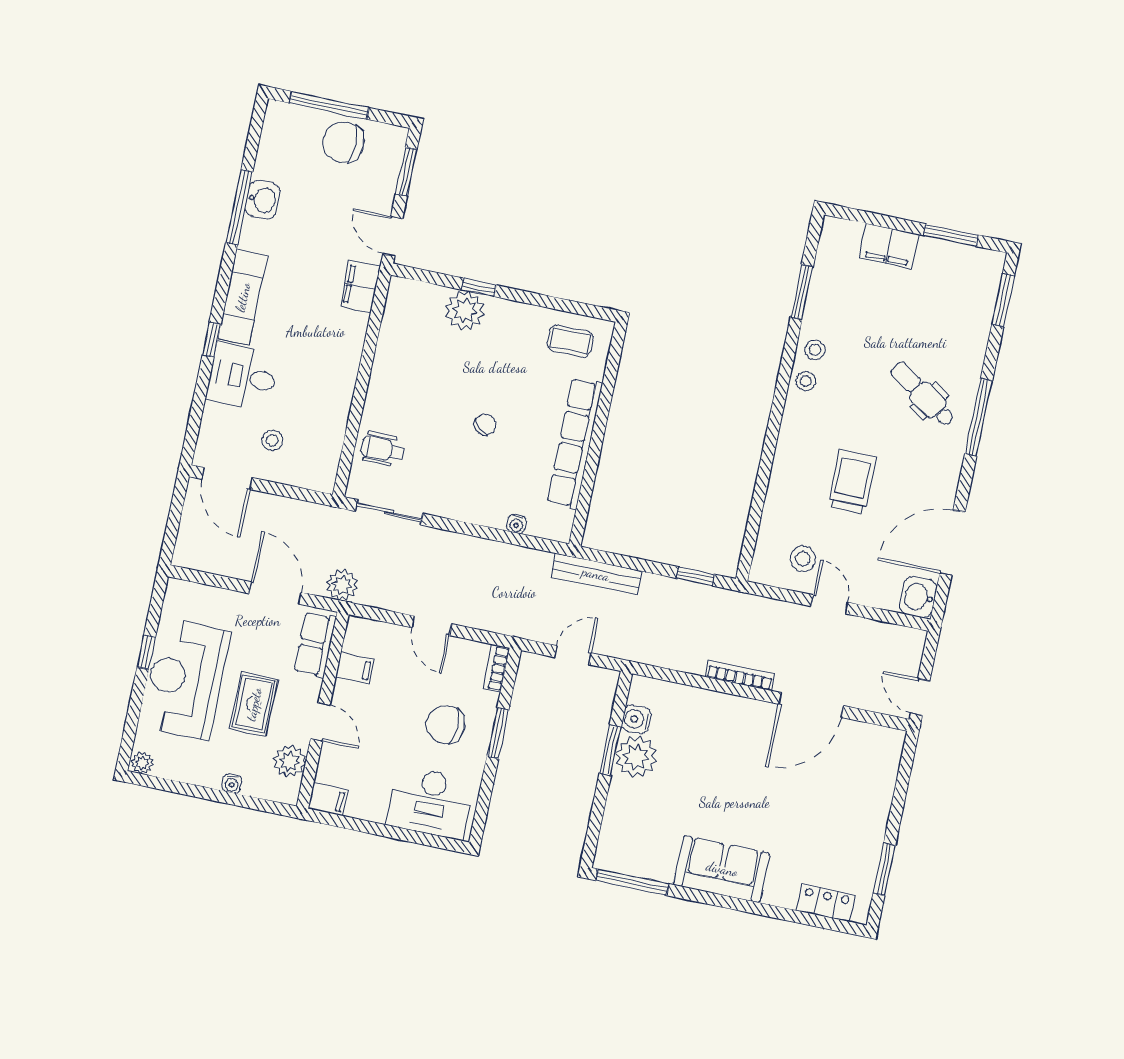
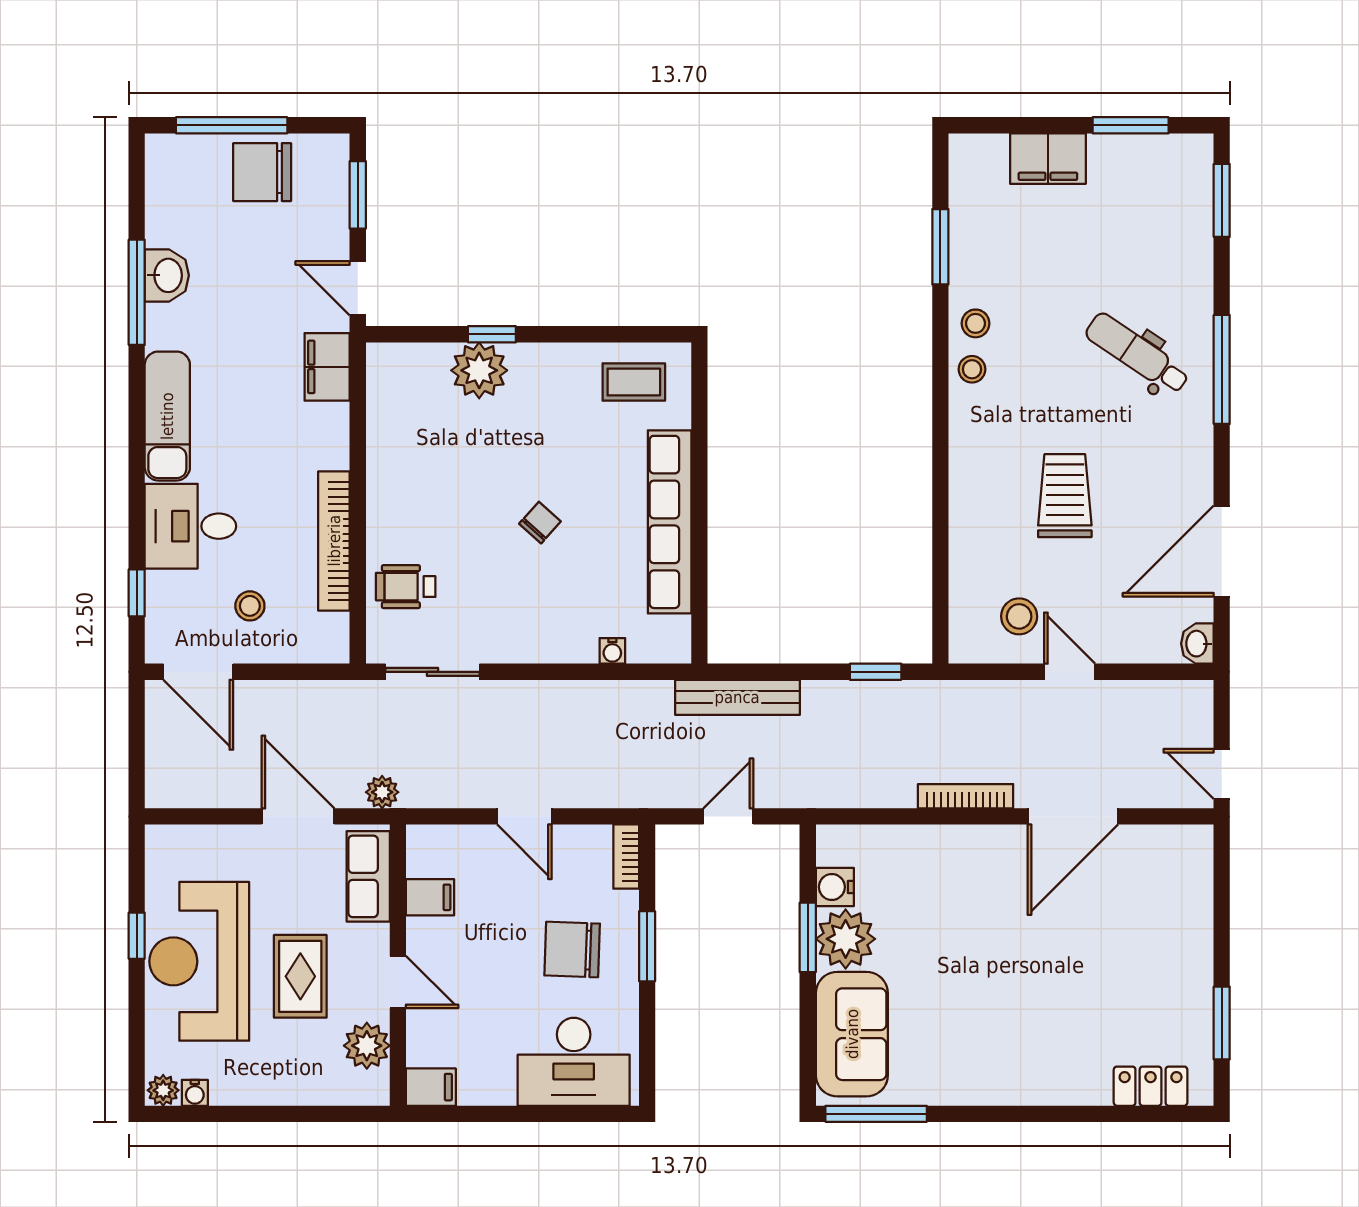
window: (212, 340) -> (137, 593), moved
bookcase: (340, 408) -> (334, 541), added
plant: (342, 585) -> (382, 792), width x0.73, depth x0.73
washbasin: (918, 597) -> (1197, 644), width x0.72, depth x0.69
water cooler: (232, 783) -> (195, 1093), moved
sofa: (722, 869) -> (852, 1034), moved, turned 90

